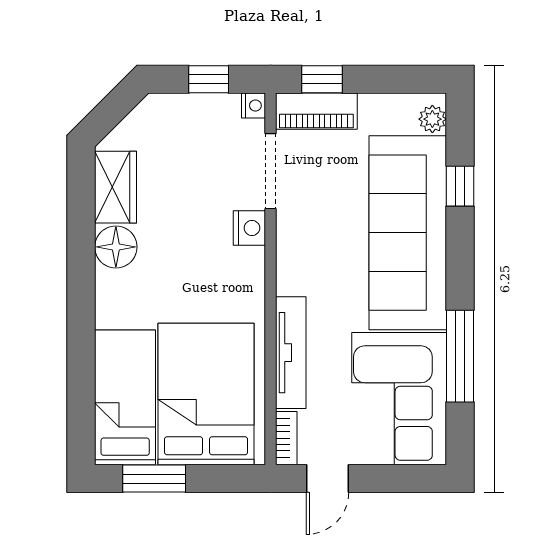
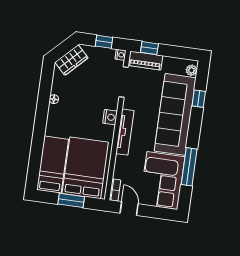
wardrobe: (116, 187) -> (72, 60), moved, turned 45
nightstand: (249, 228) -> (110, 117), moved
floor lamp: (116, 247) -> (54, 99), width x0.53, depth x0.53
tv unit: (291, 353) -> (125, 132), moved
window: (154, 479) -> (71, 200), moved
door: (328, 479) -> (129, 209), swing flipped

